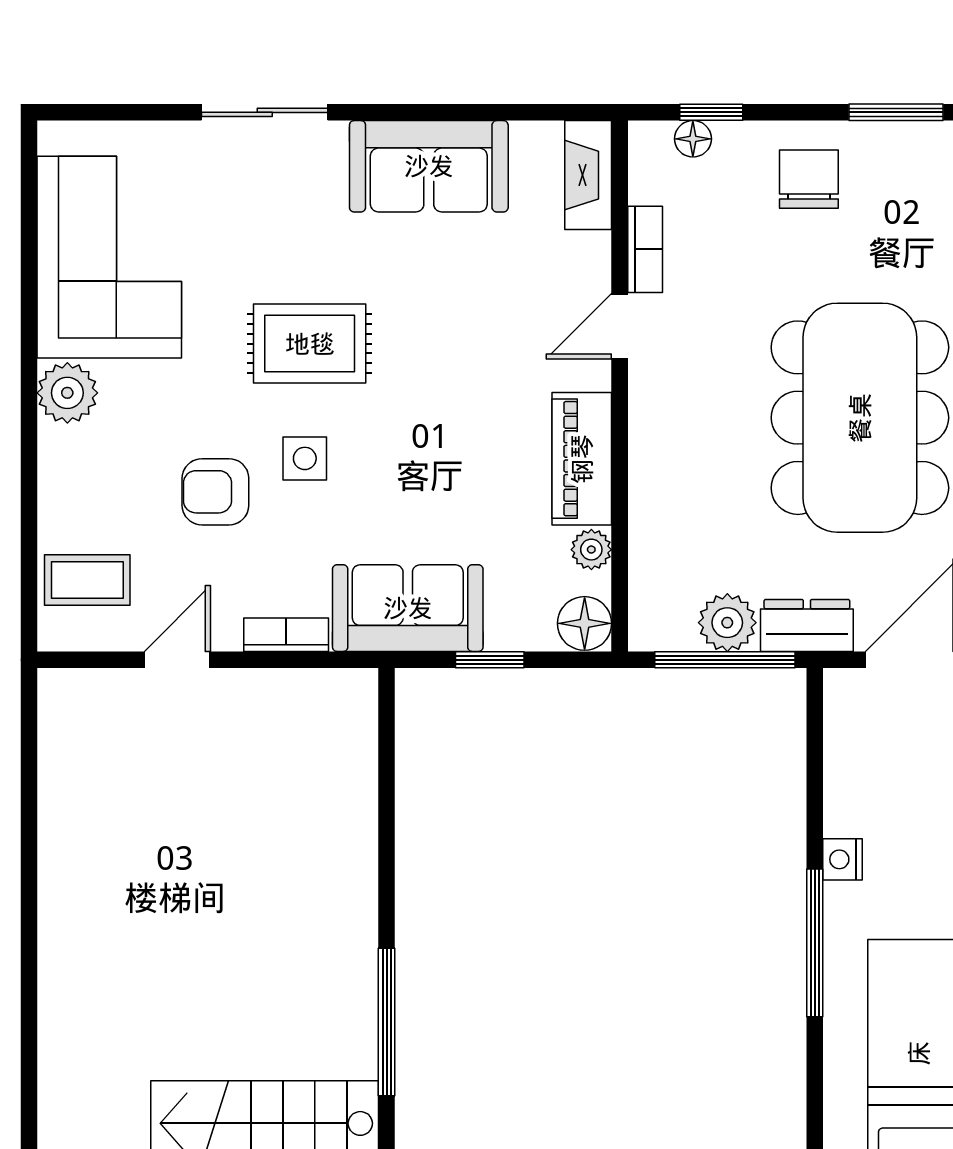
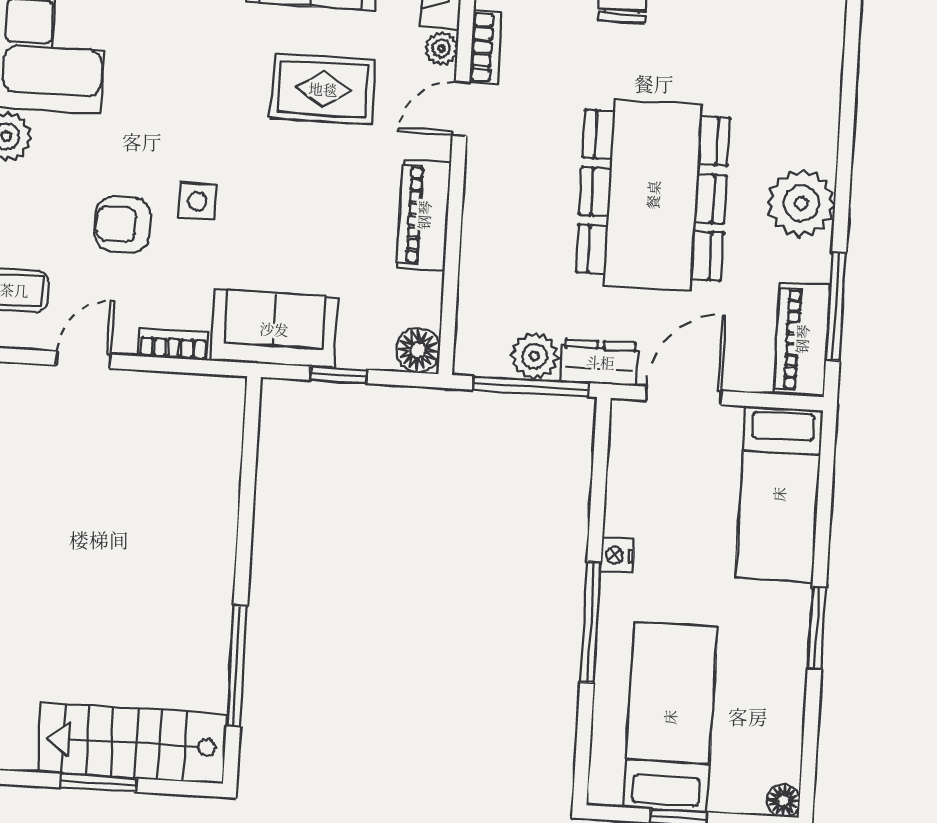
rug: (310, 344) -> (323, 89), moved
plant: (591, 550) -> (441, 48), moved

